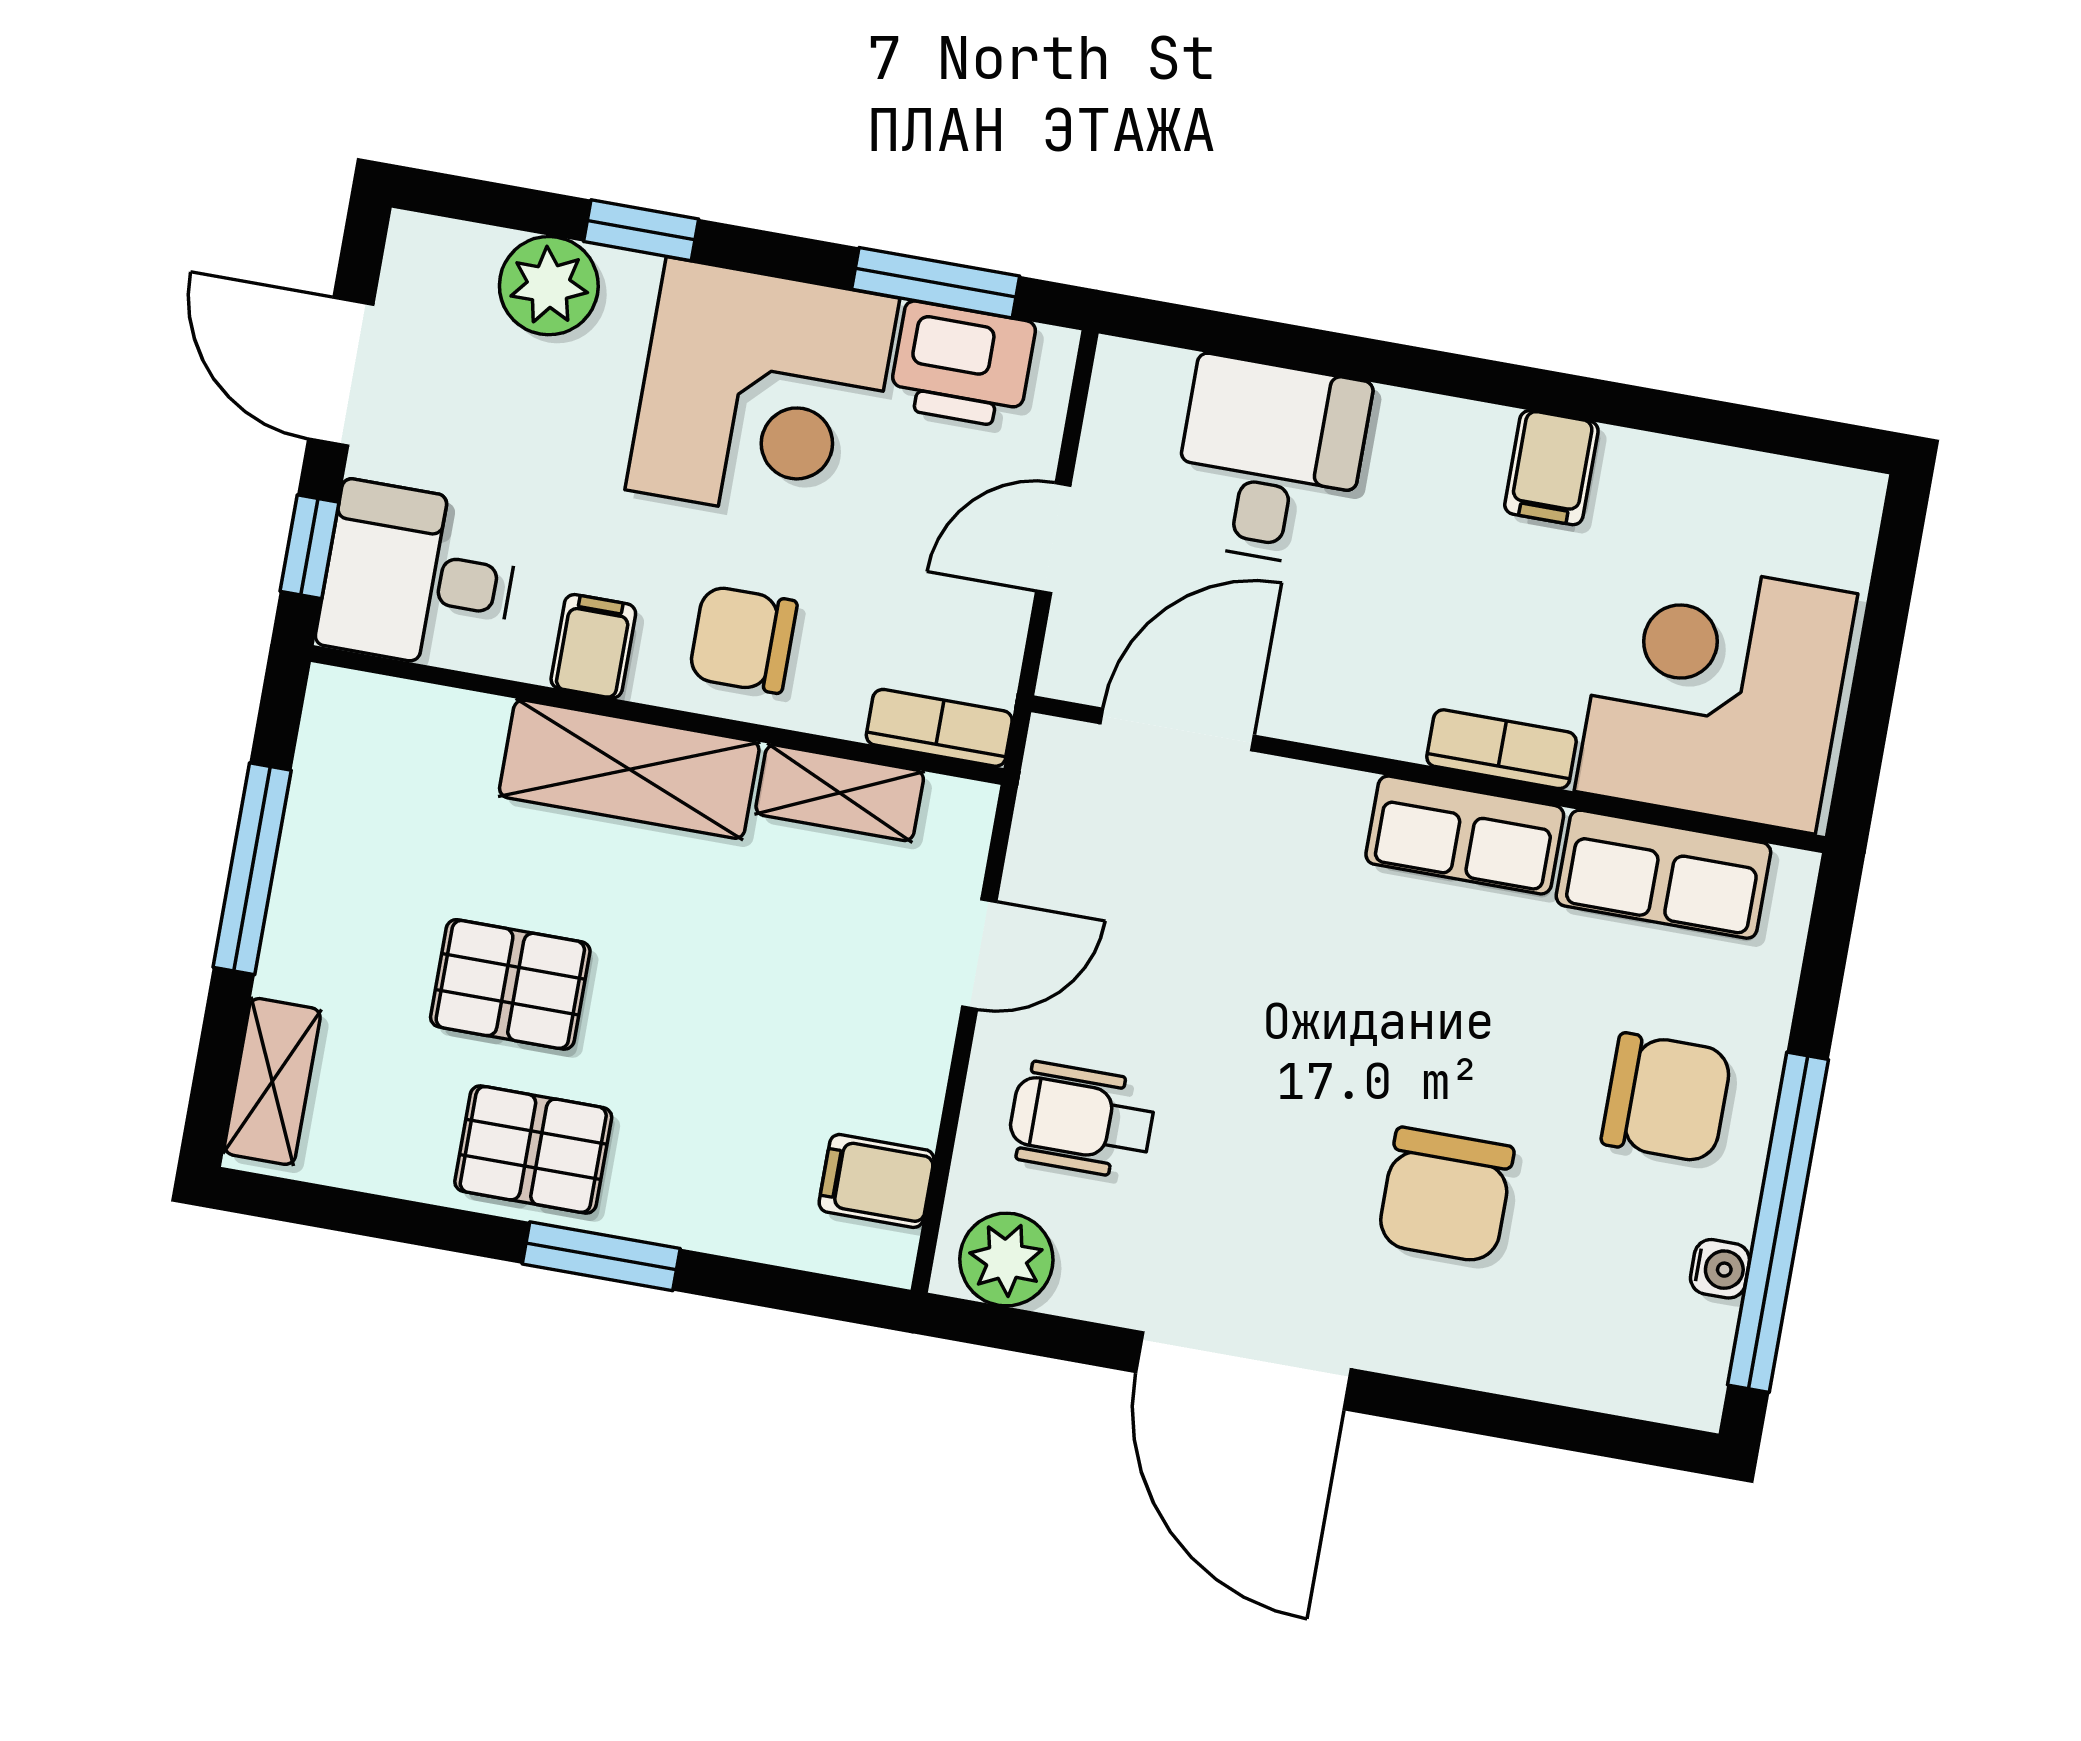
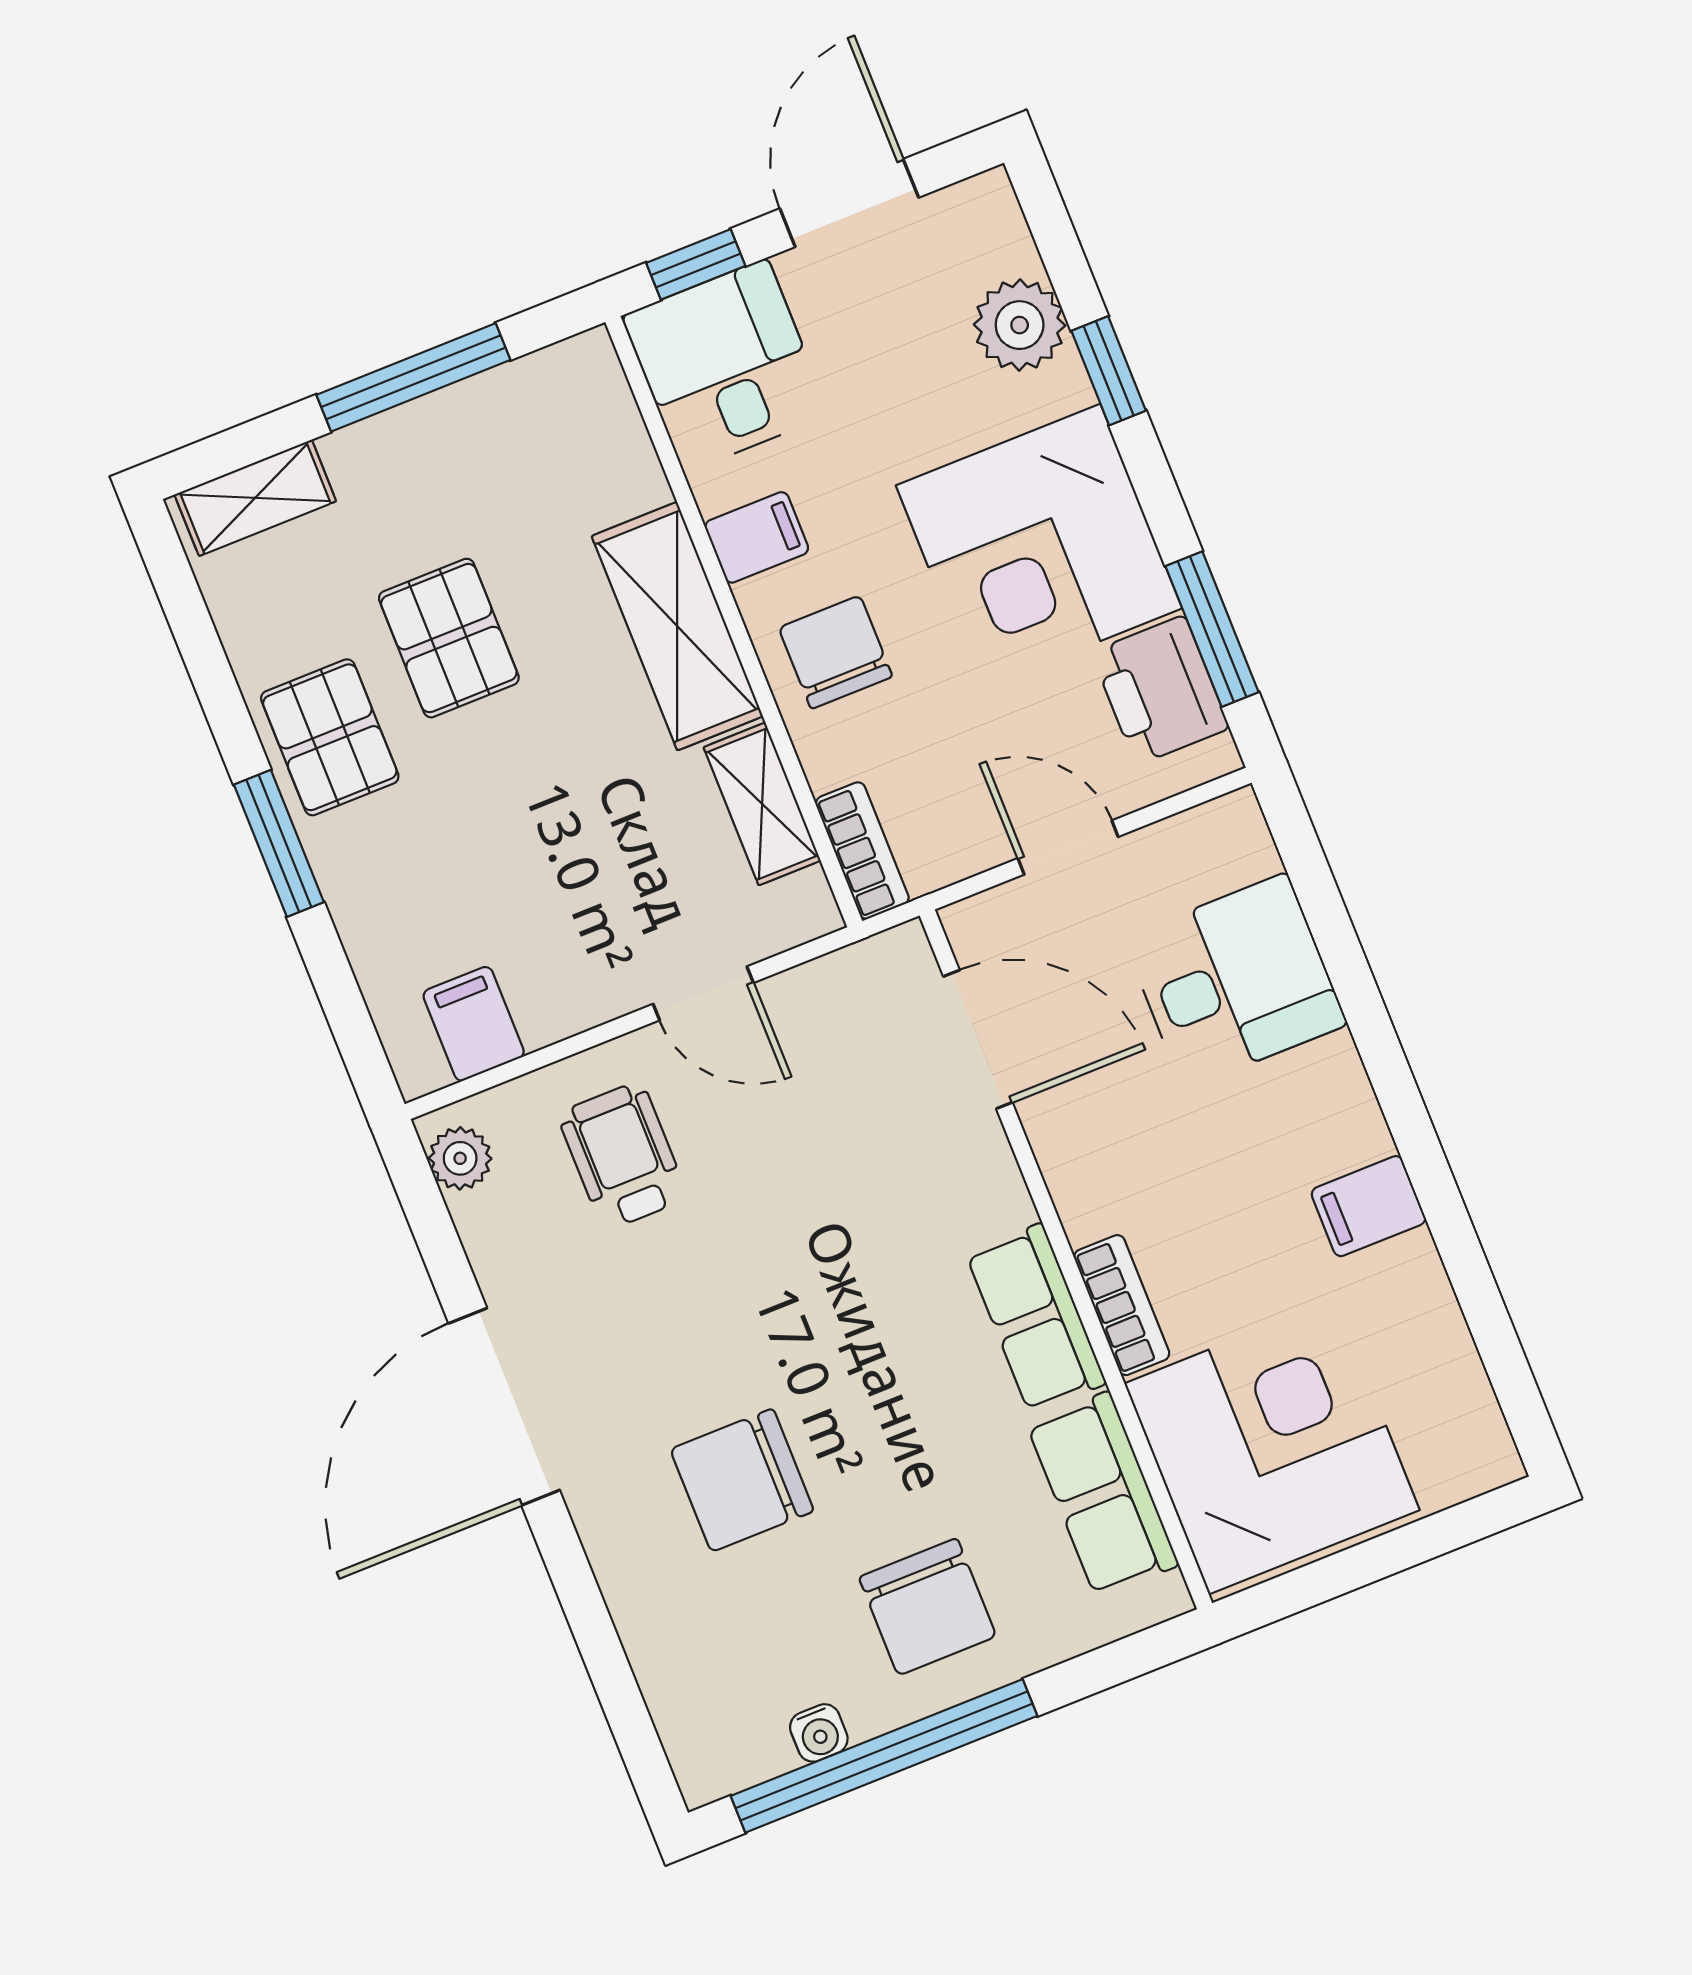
plant: (1006, 1260) -> (460, 1158), width x0.73, depth x0.73

